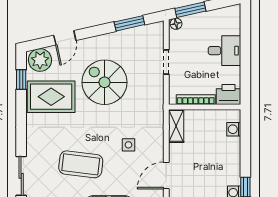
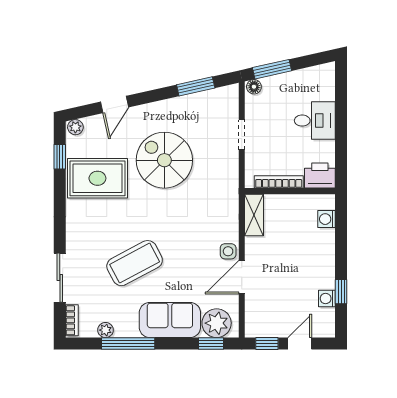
plant: (40, 60) -> (75, 127), width x0.53, depth x0.53
side table: (128, 145) -> (228, 251), moved
coffee table: (81, 164) -> (135, 263), turned -35

